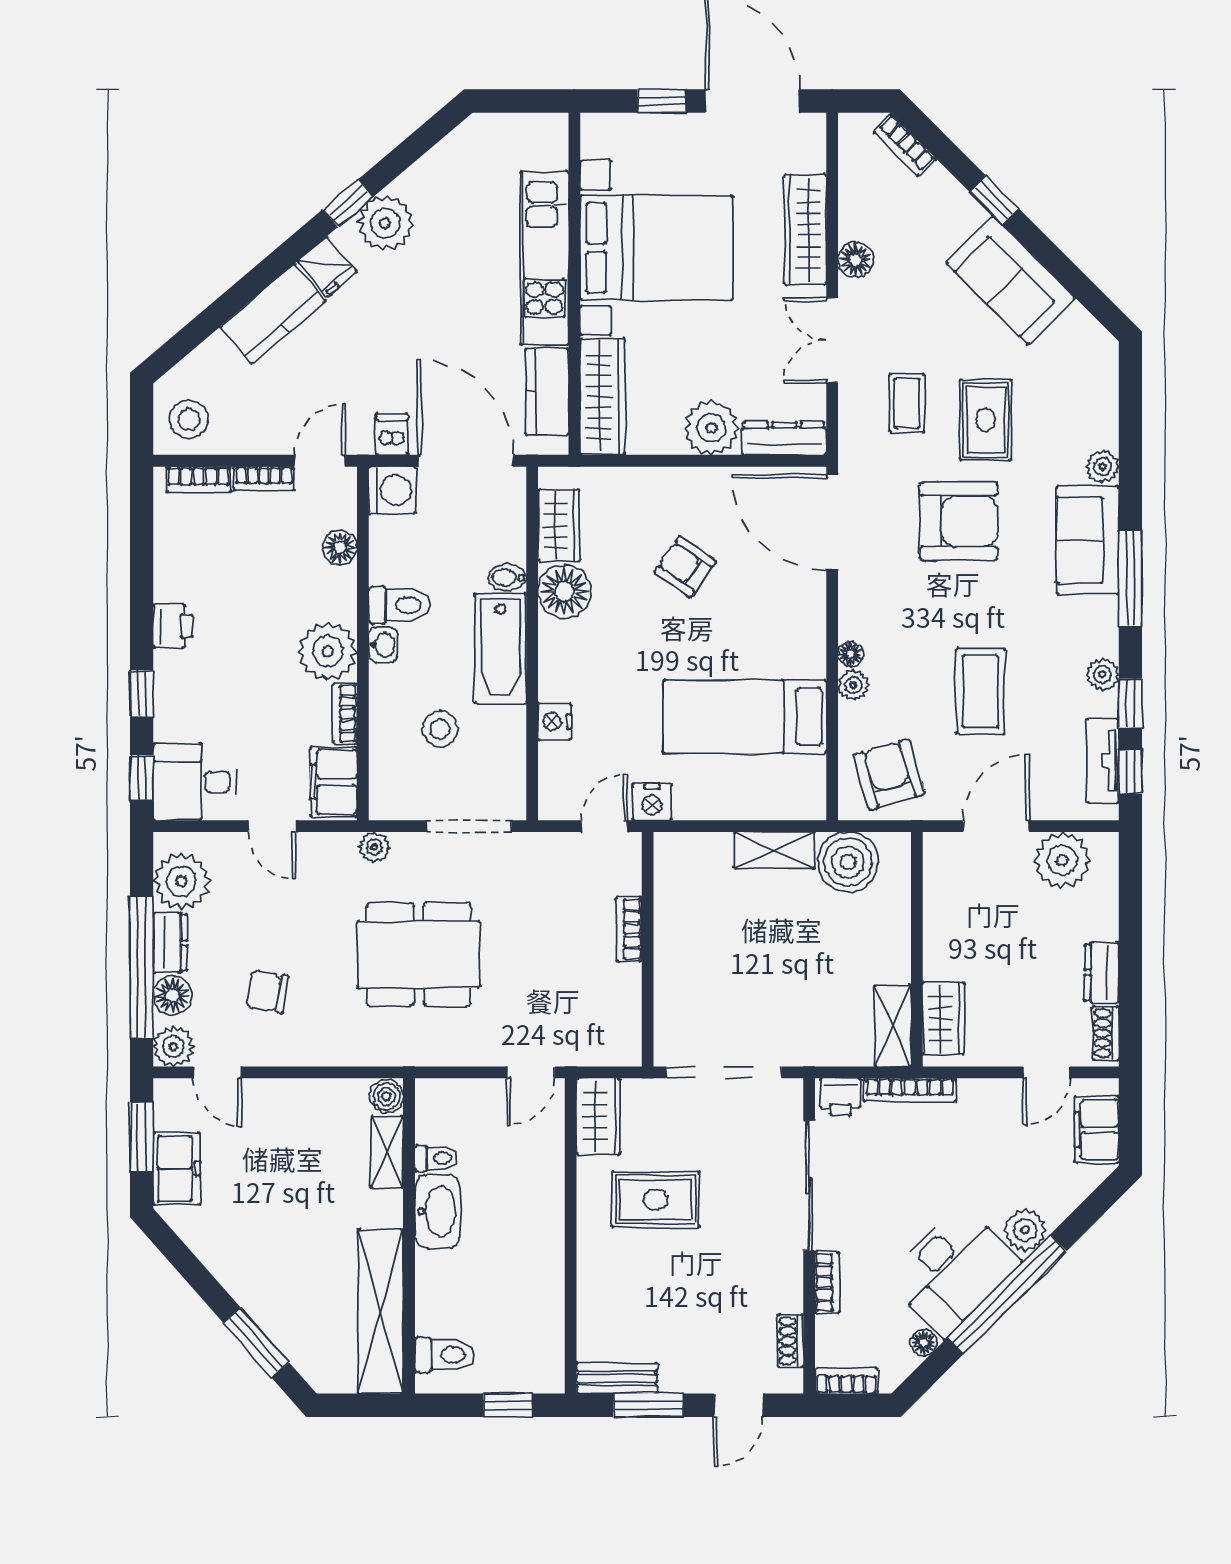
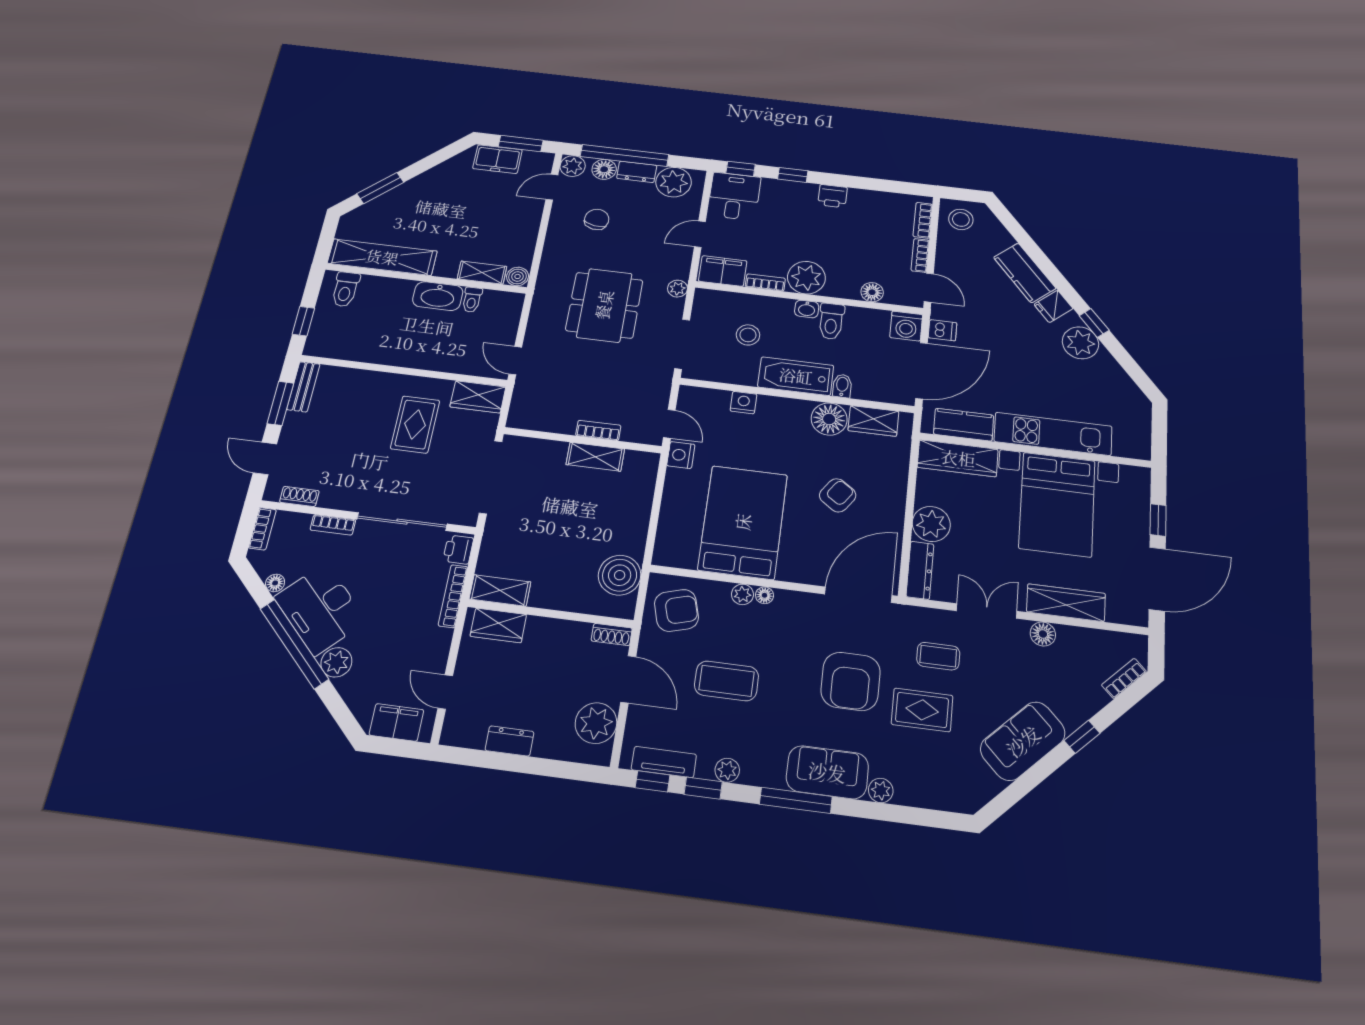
bed: (745, 717) -> (743, 522), width x1.50
shelving: (774, 850) -> (595, 457), moved, turned 90
shoe rack: (1106, 1033) -> (612, 635), moved, turned 180

